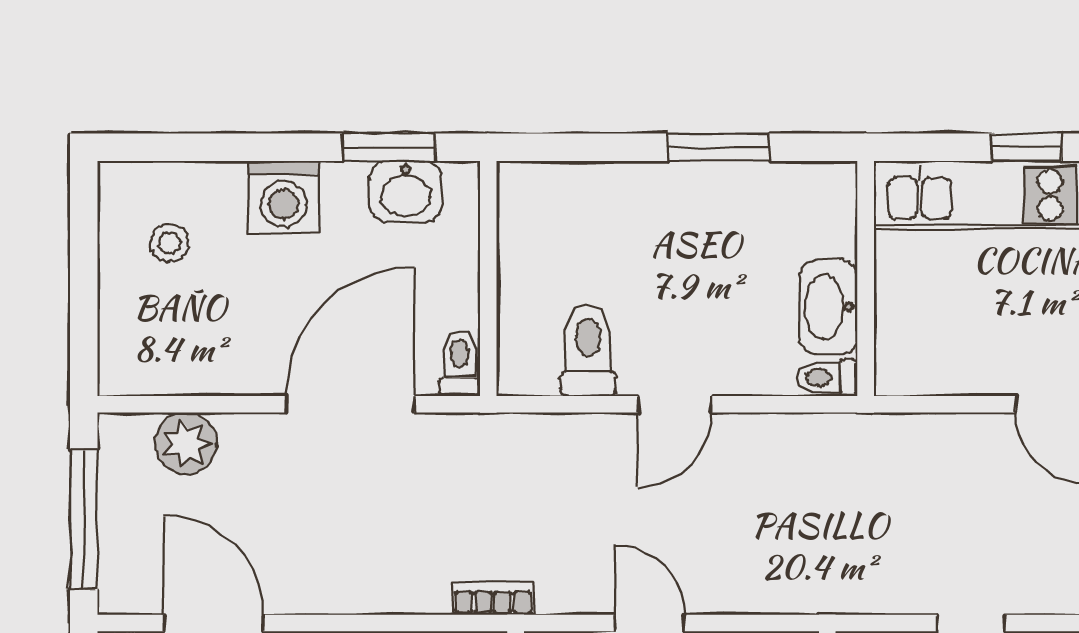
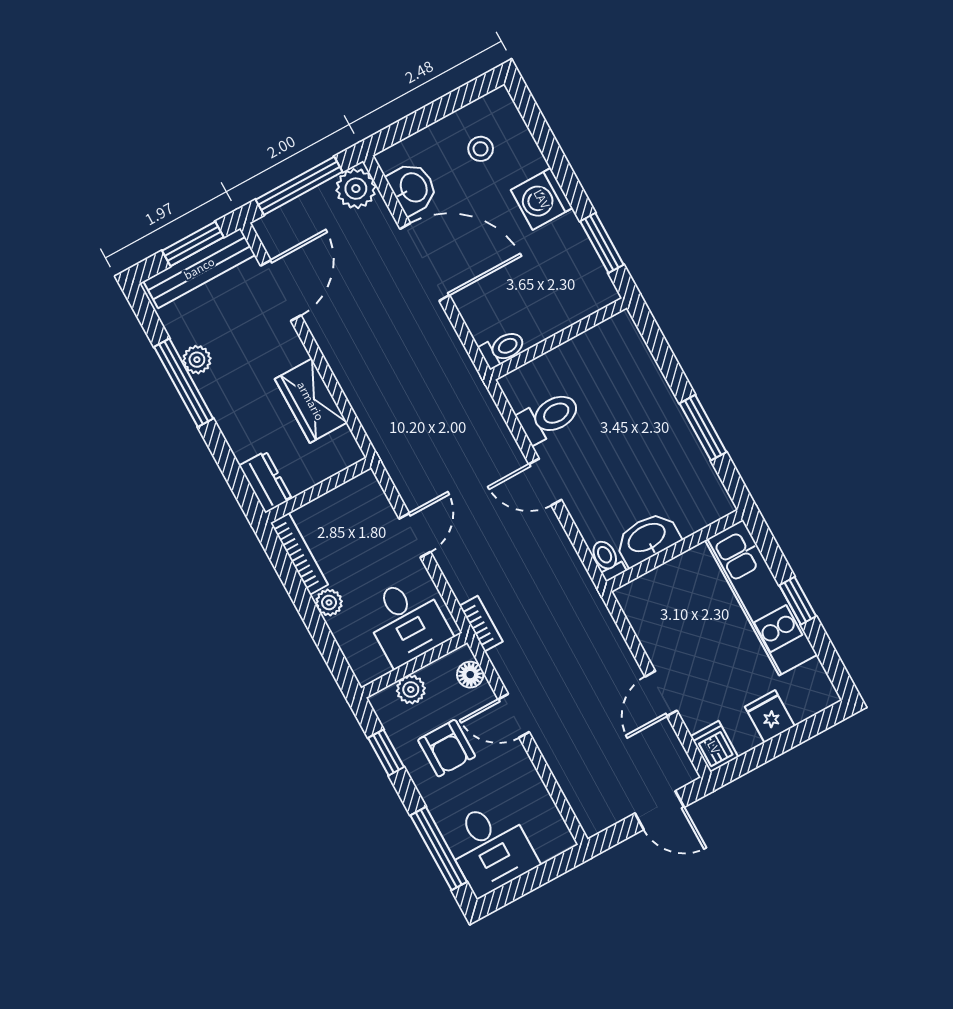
washbasin: (406, 192) -> (413, 188), moved, turned 180
door: (350, 404) -> (425, 262), moved
plant: (186, 444) -> (356, 189), moved
bookcase: (493, 598) -> (481, 624), moved

